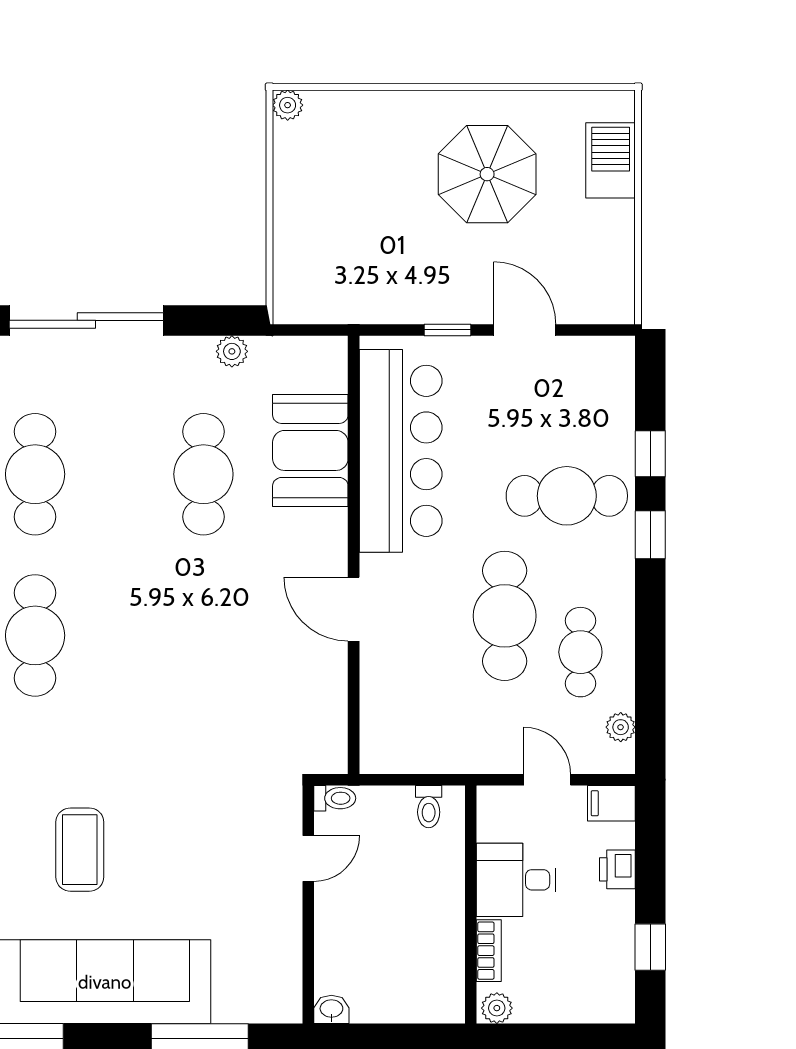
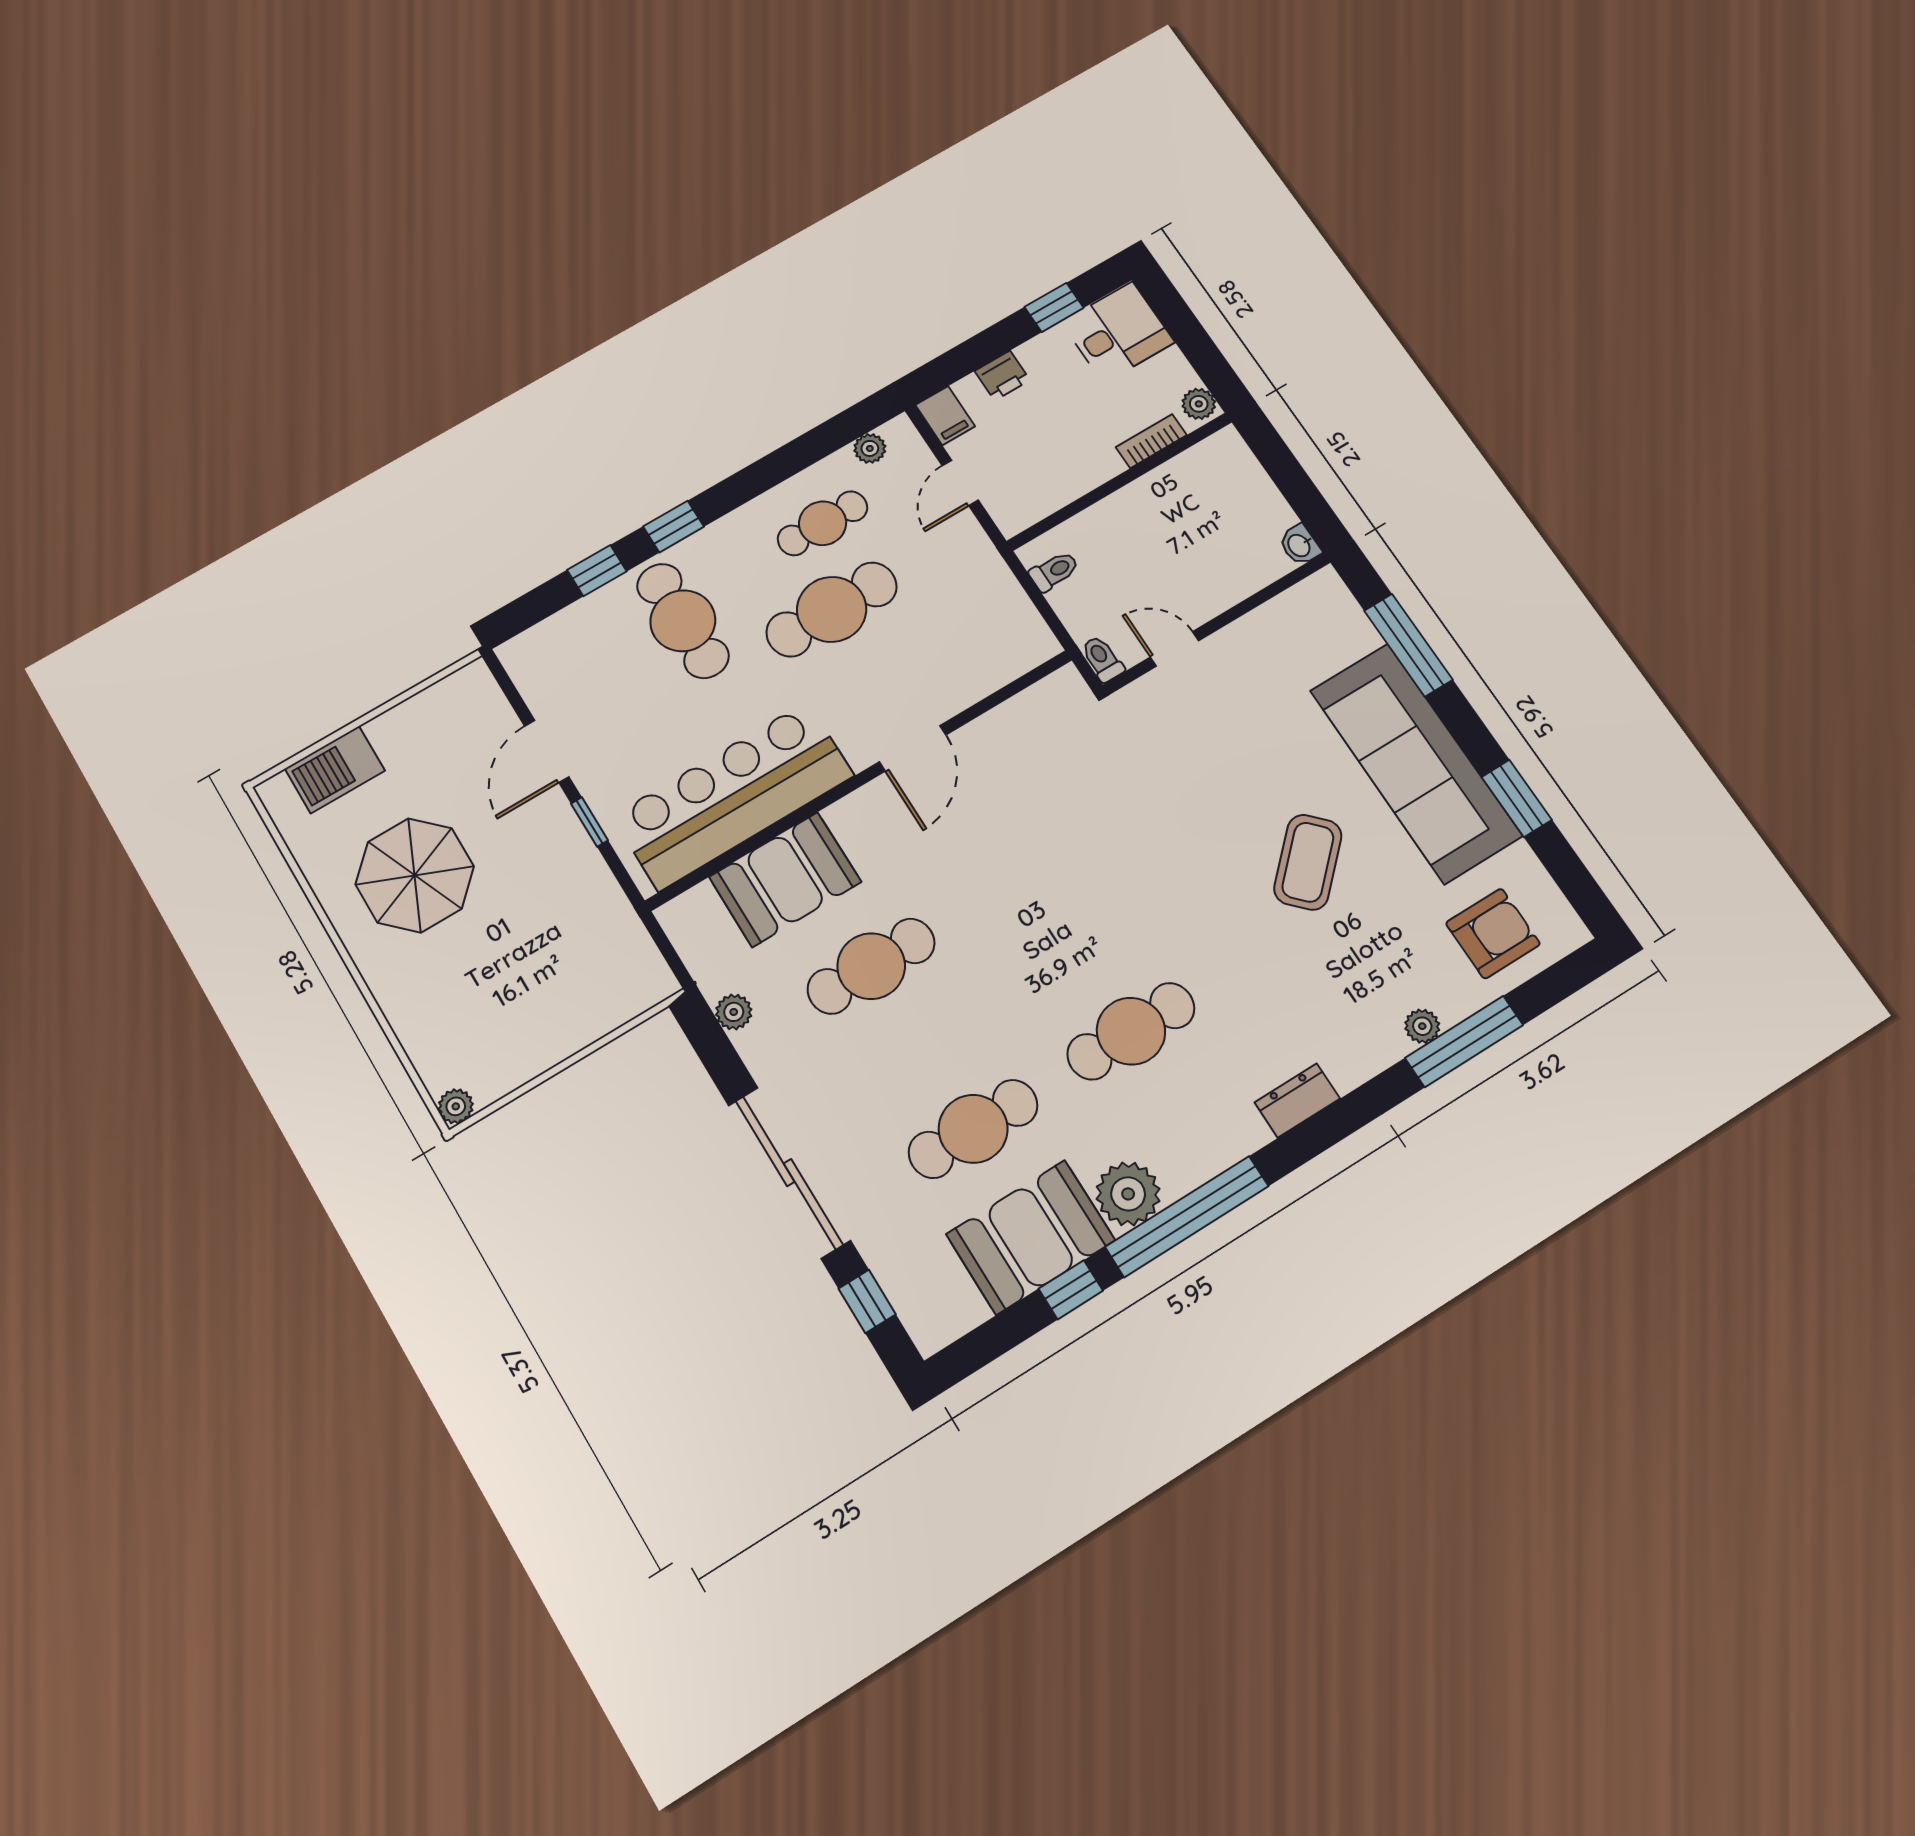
coffee table: (80, 850) -> (1308, 862), turned -44
desk: (516, 880) -> (1118, 332), moved, turned -90

